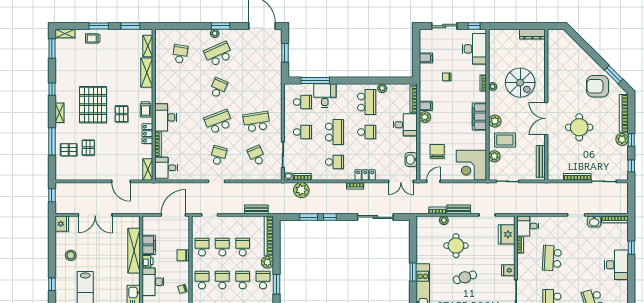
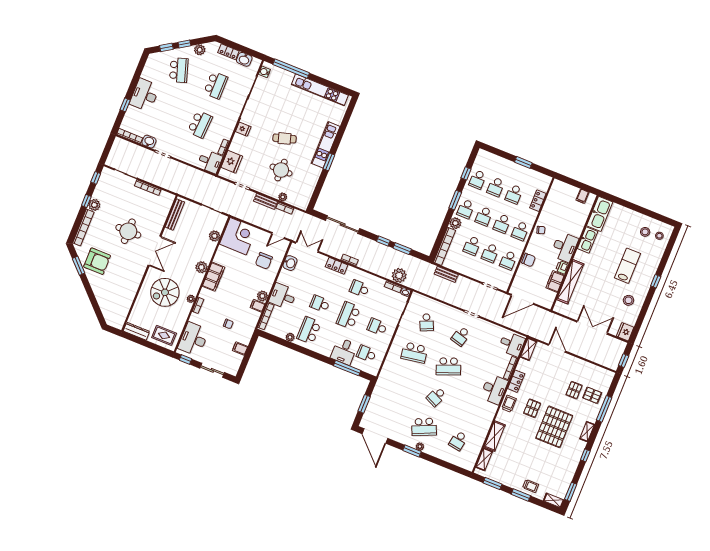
spiral stairs: (520, 83) -> (165, 292), turned -90
rug: (505, 140) -> (164, 335), moved

